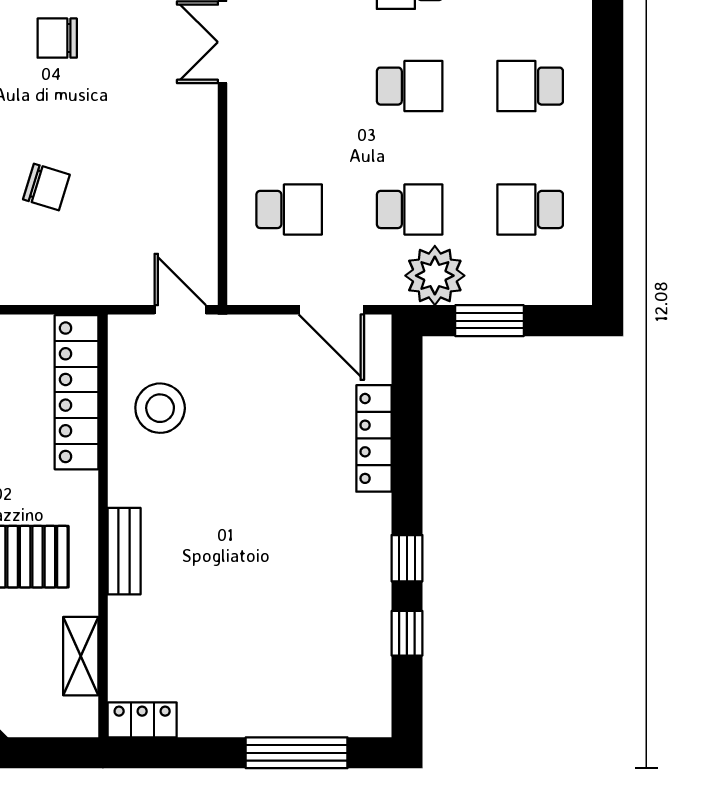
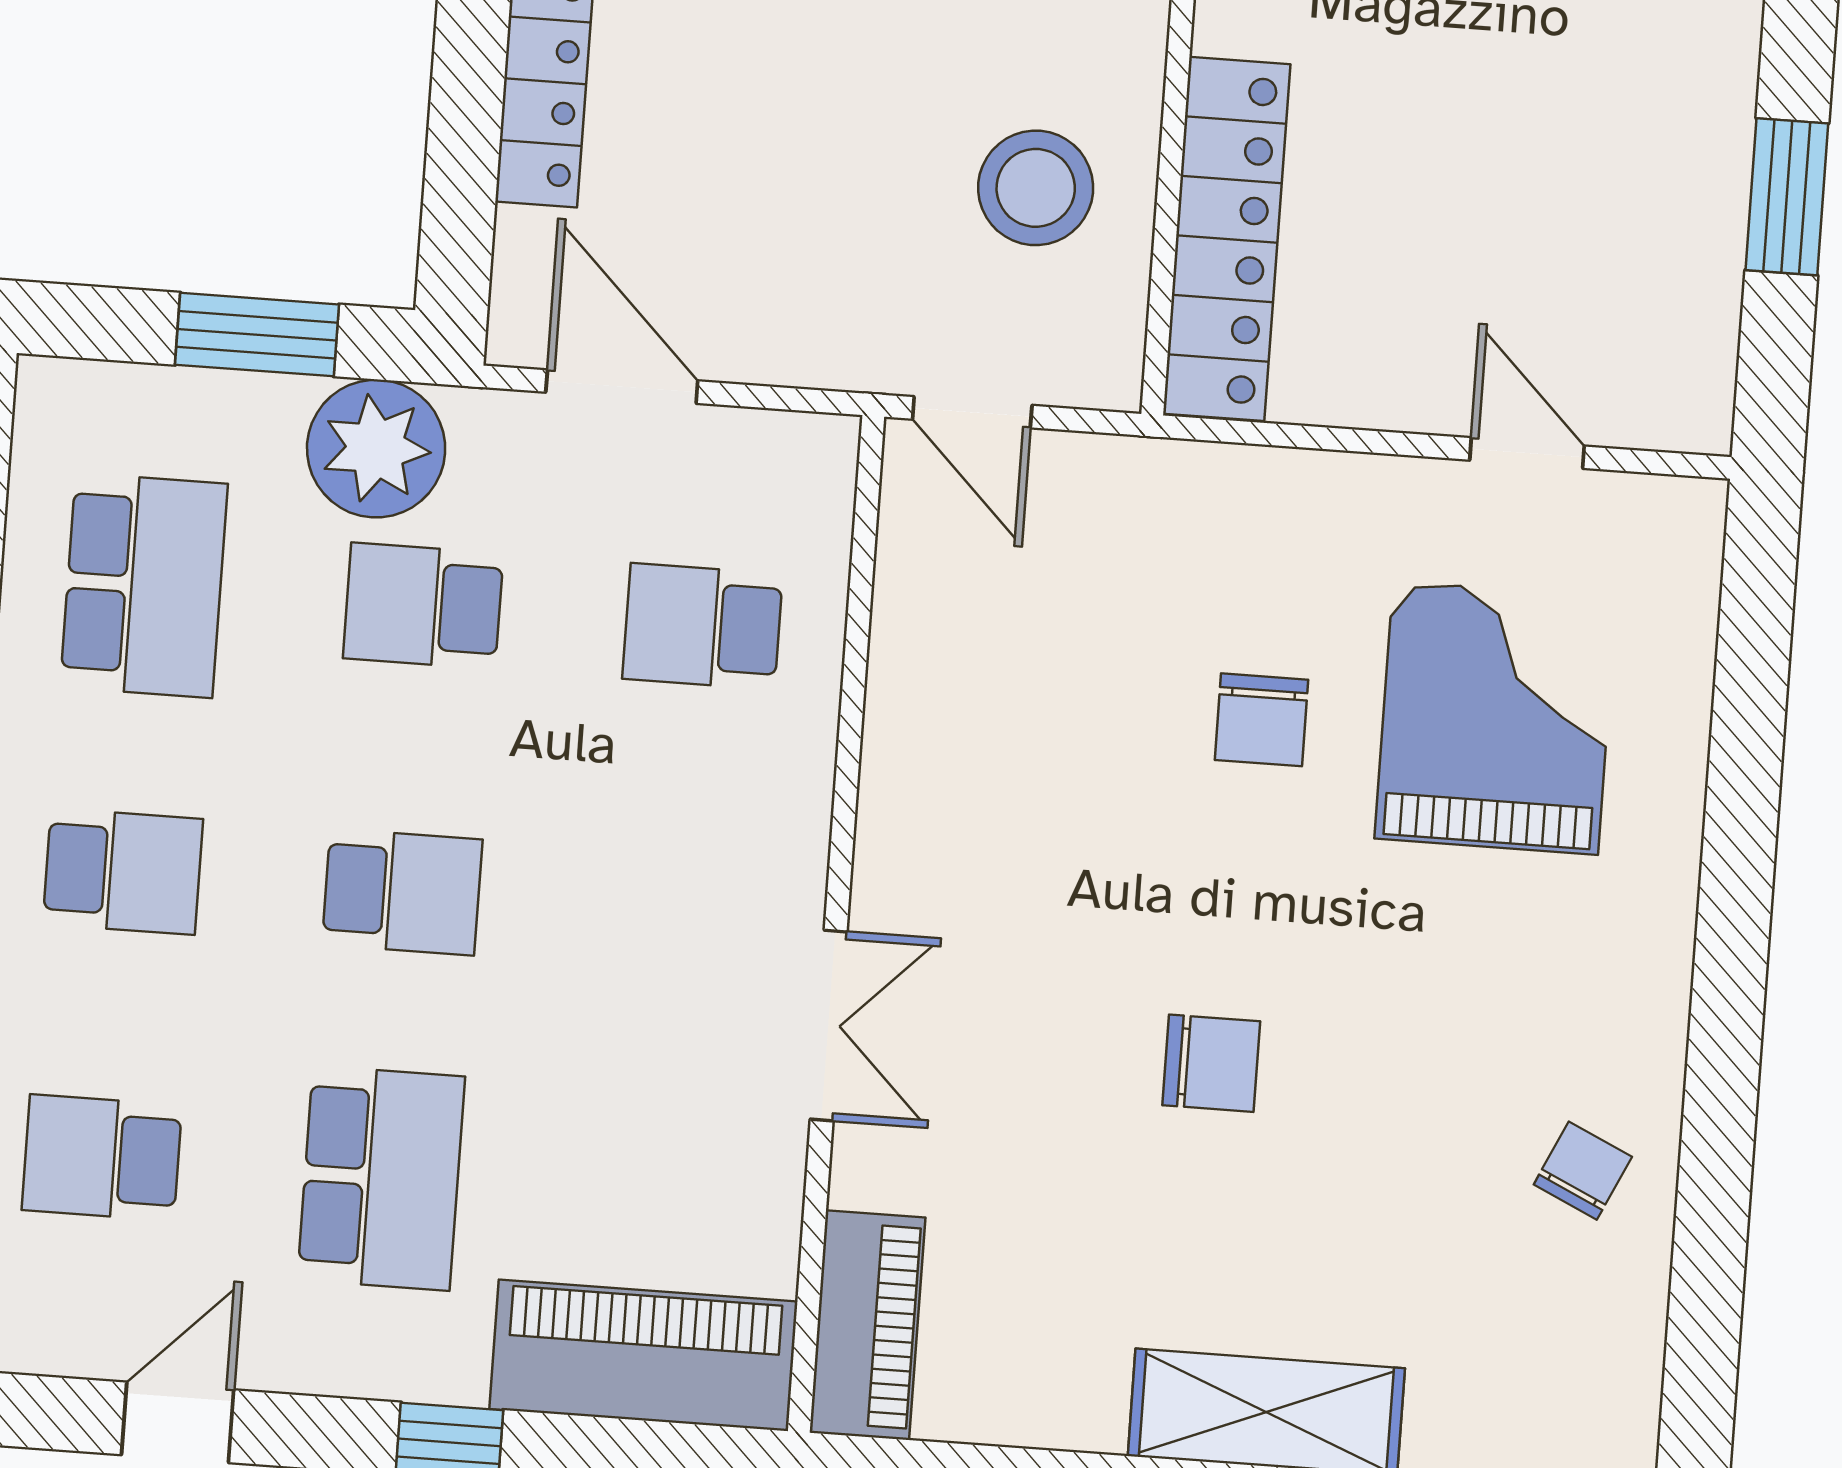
school desk: (410, 86) -> (402, 892), turned 180
chair: (46, 187) -> (1261, 720), turned -107
school desk: (530, 209) -> (144, 585), width x1.85

